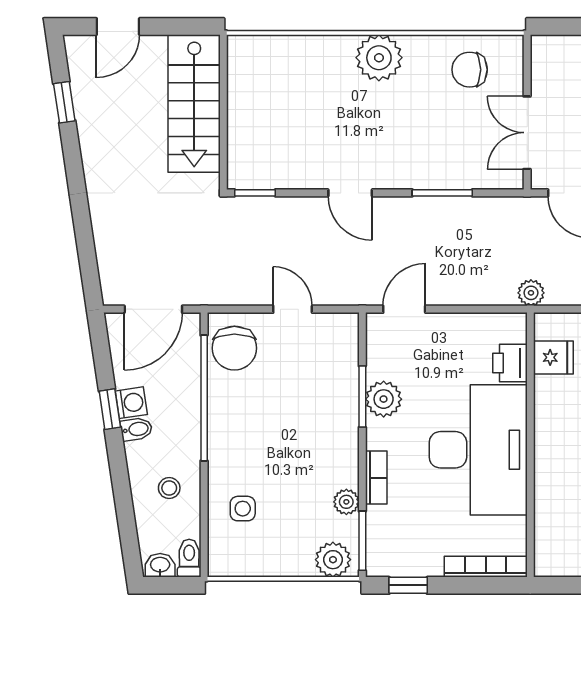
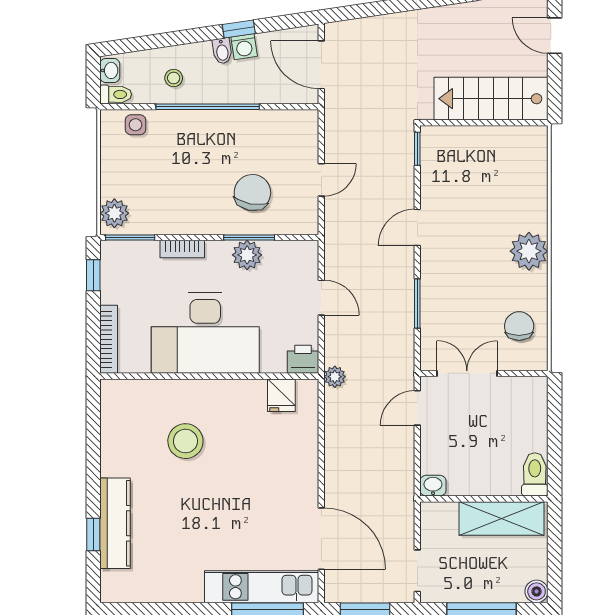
door: (404, 309) -> (321, 298), moved
chair: (234, 348) -> (252, 193), moved, turned 101
printer: (510, 363) -> (303, 359), moved
window: (204, 398) -> (208, 107), moved
plant: (346, 502) -> (162, 224), removed
side table: (243, 509) -> (135, 125), moved

